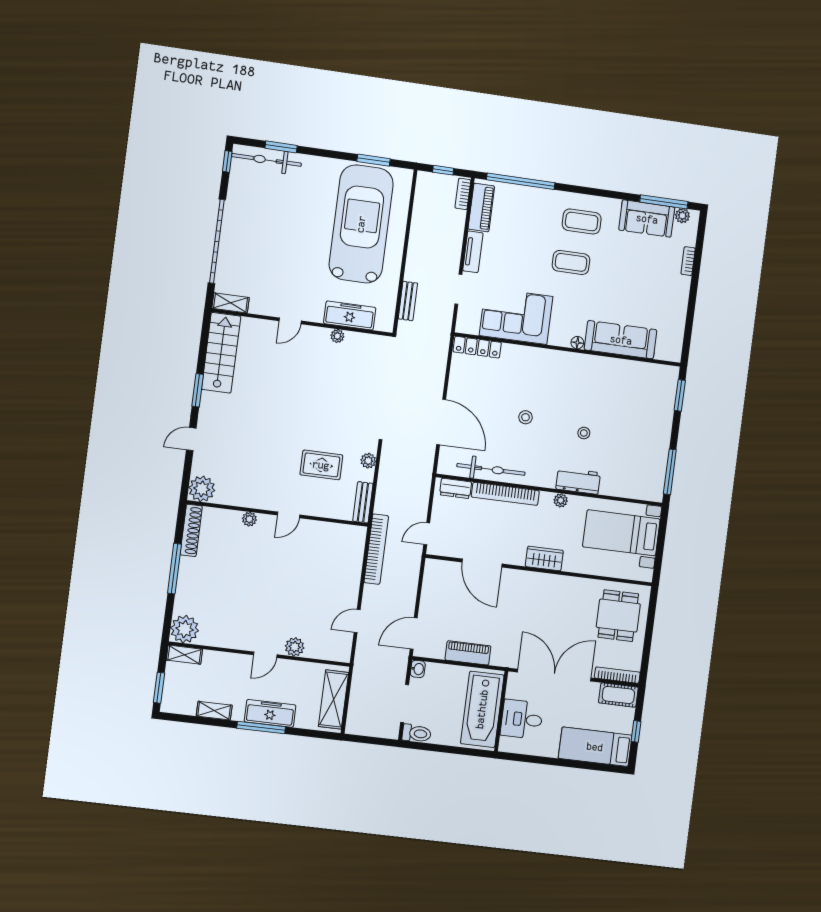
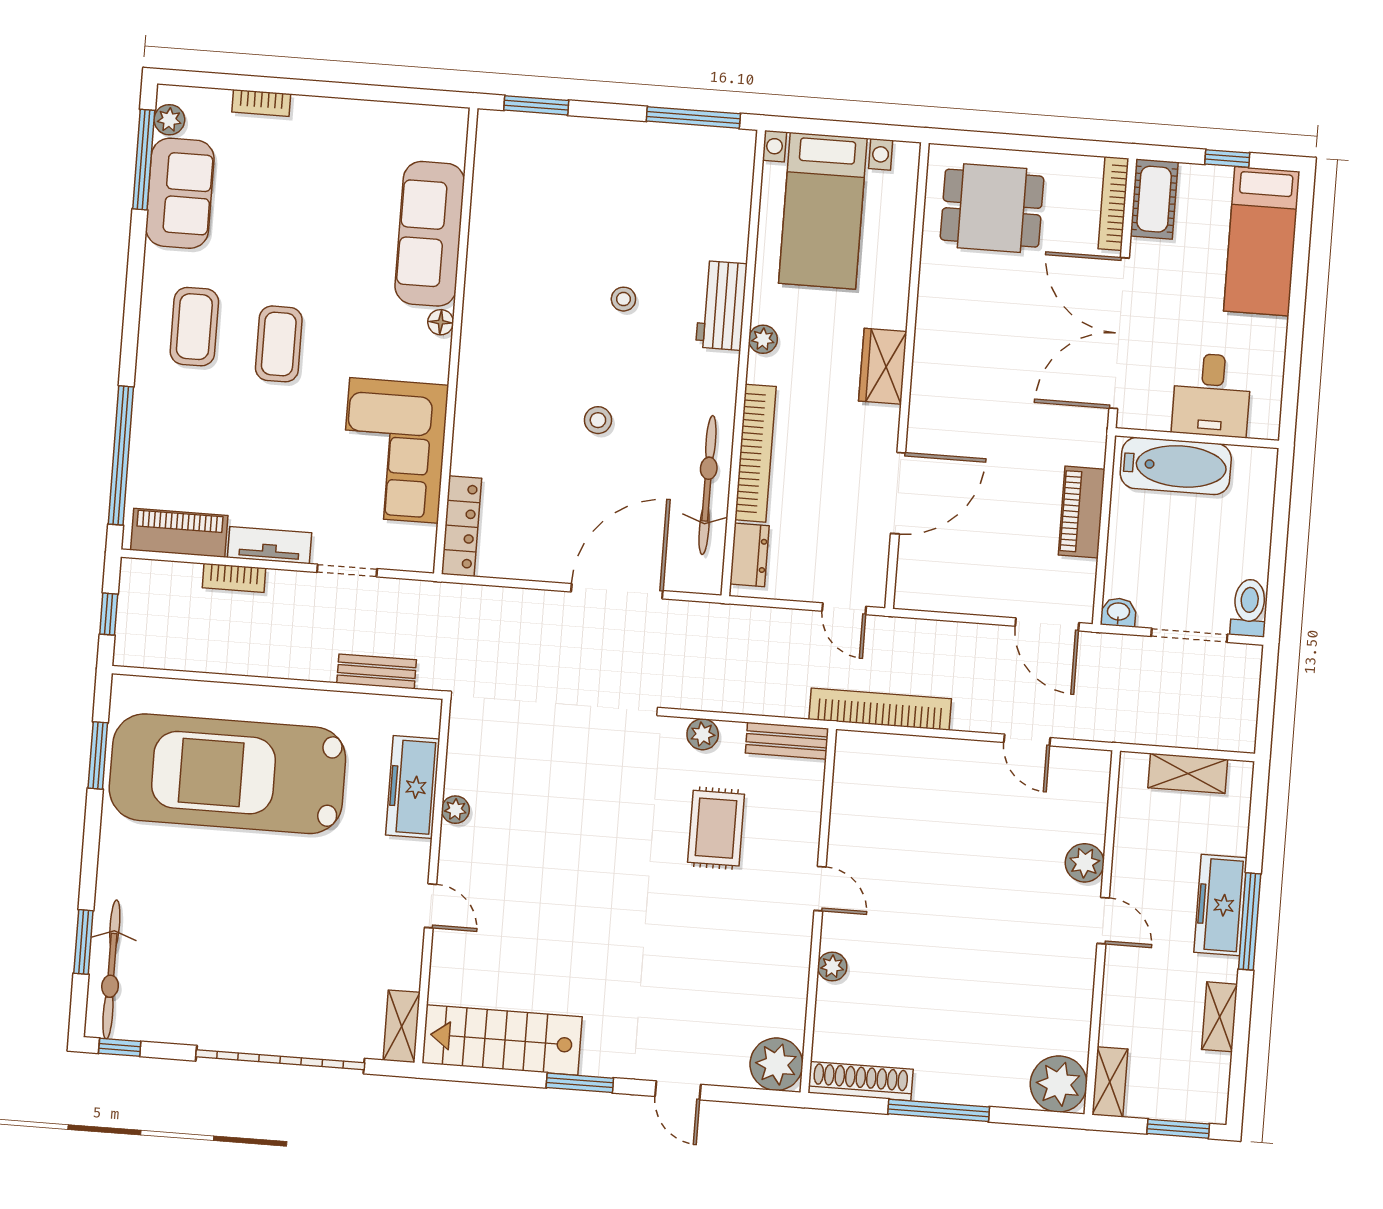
bookcase: (463, 194) -> (234, 578), moved
shelving: (333, 699) -> (1188, 773), width x0.67, depth x0.75
bathtub: (482, 709) -> (1176, 466), width x0.73, depth x0.73

